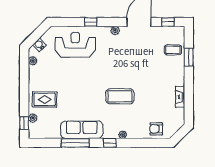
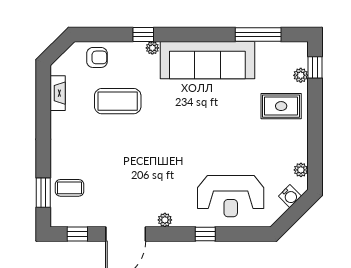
window: (189, 57) -> (43, 193), moved
coffee table: (120, 96) -> (118, 101), moved
fireplace: (180, 97) -> (58, 93), moved
sofa: (82, 130) -> (207, 60), width x1.36, depth x1.27
window: (75, 143) -> (258, 34), moved
window: (110, 143) -> (143, 34), moved

